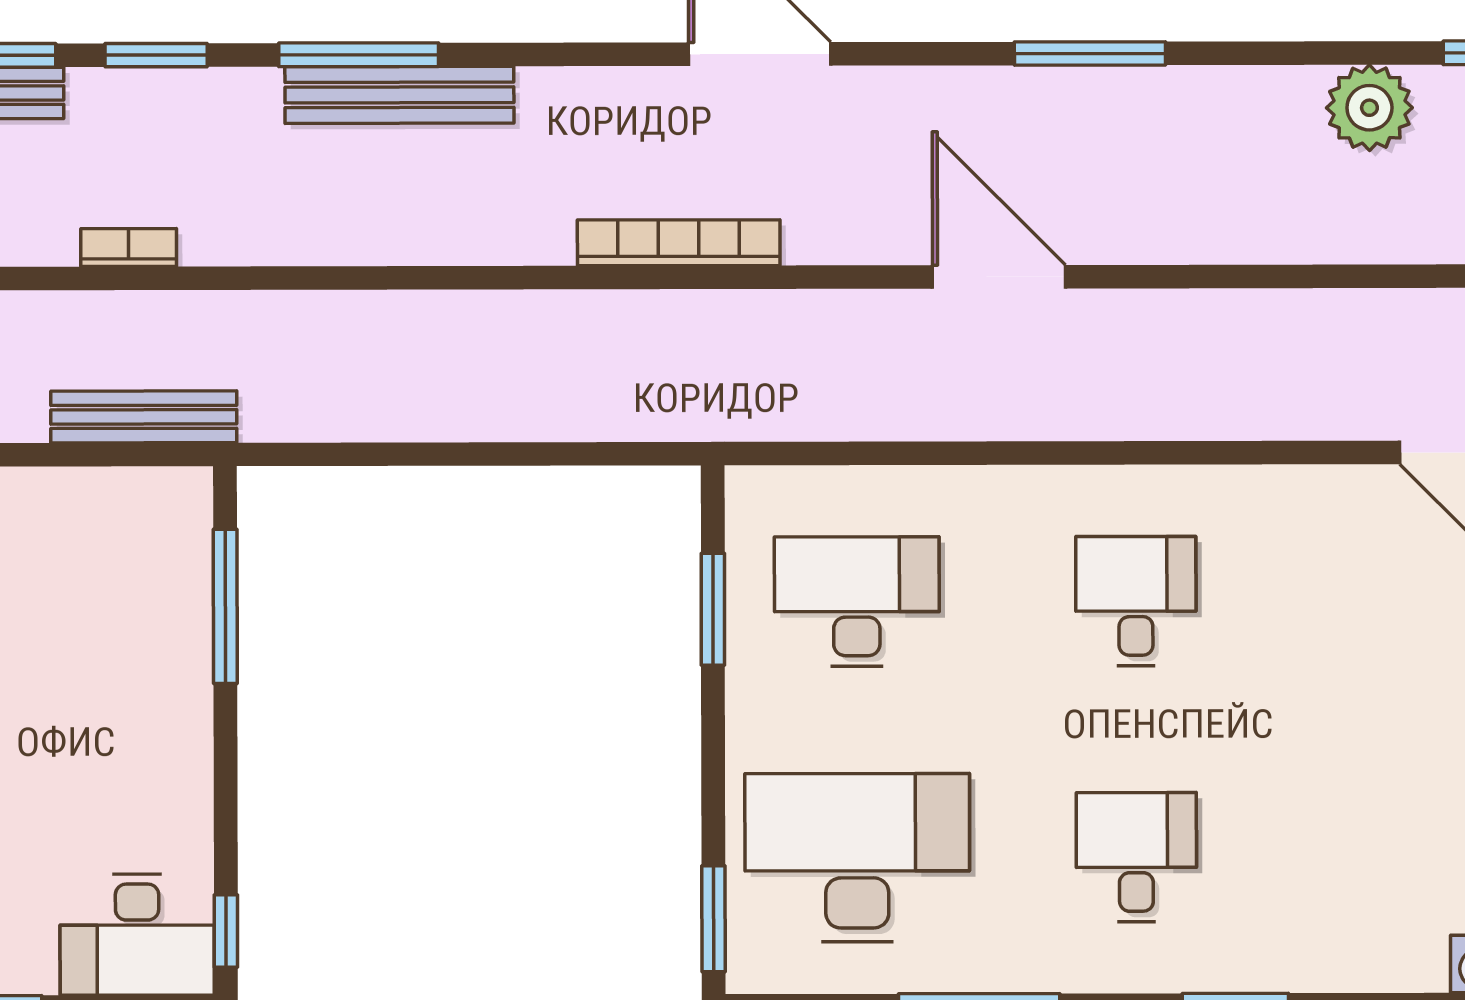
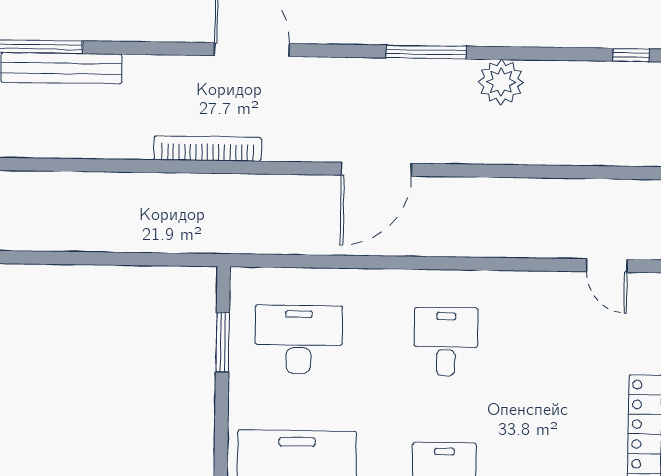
plant: (1369, 108) -> (501, 82), moved
door: (999, 277) -> (376, 169), swing flipped

